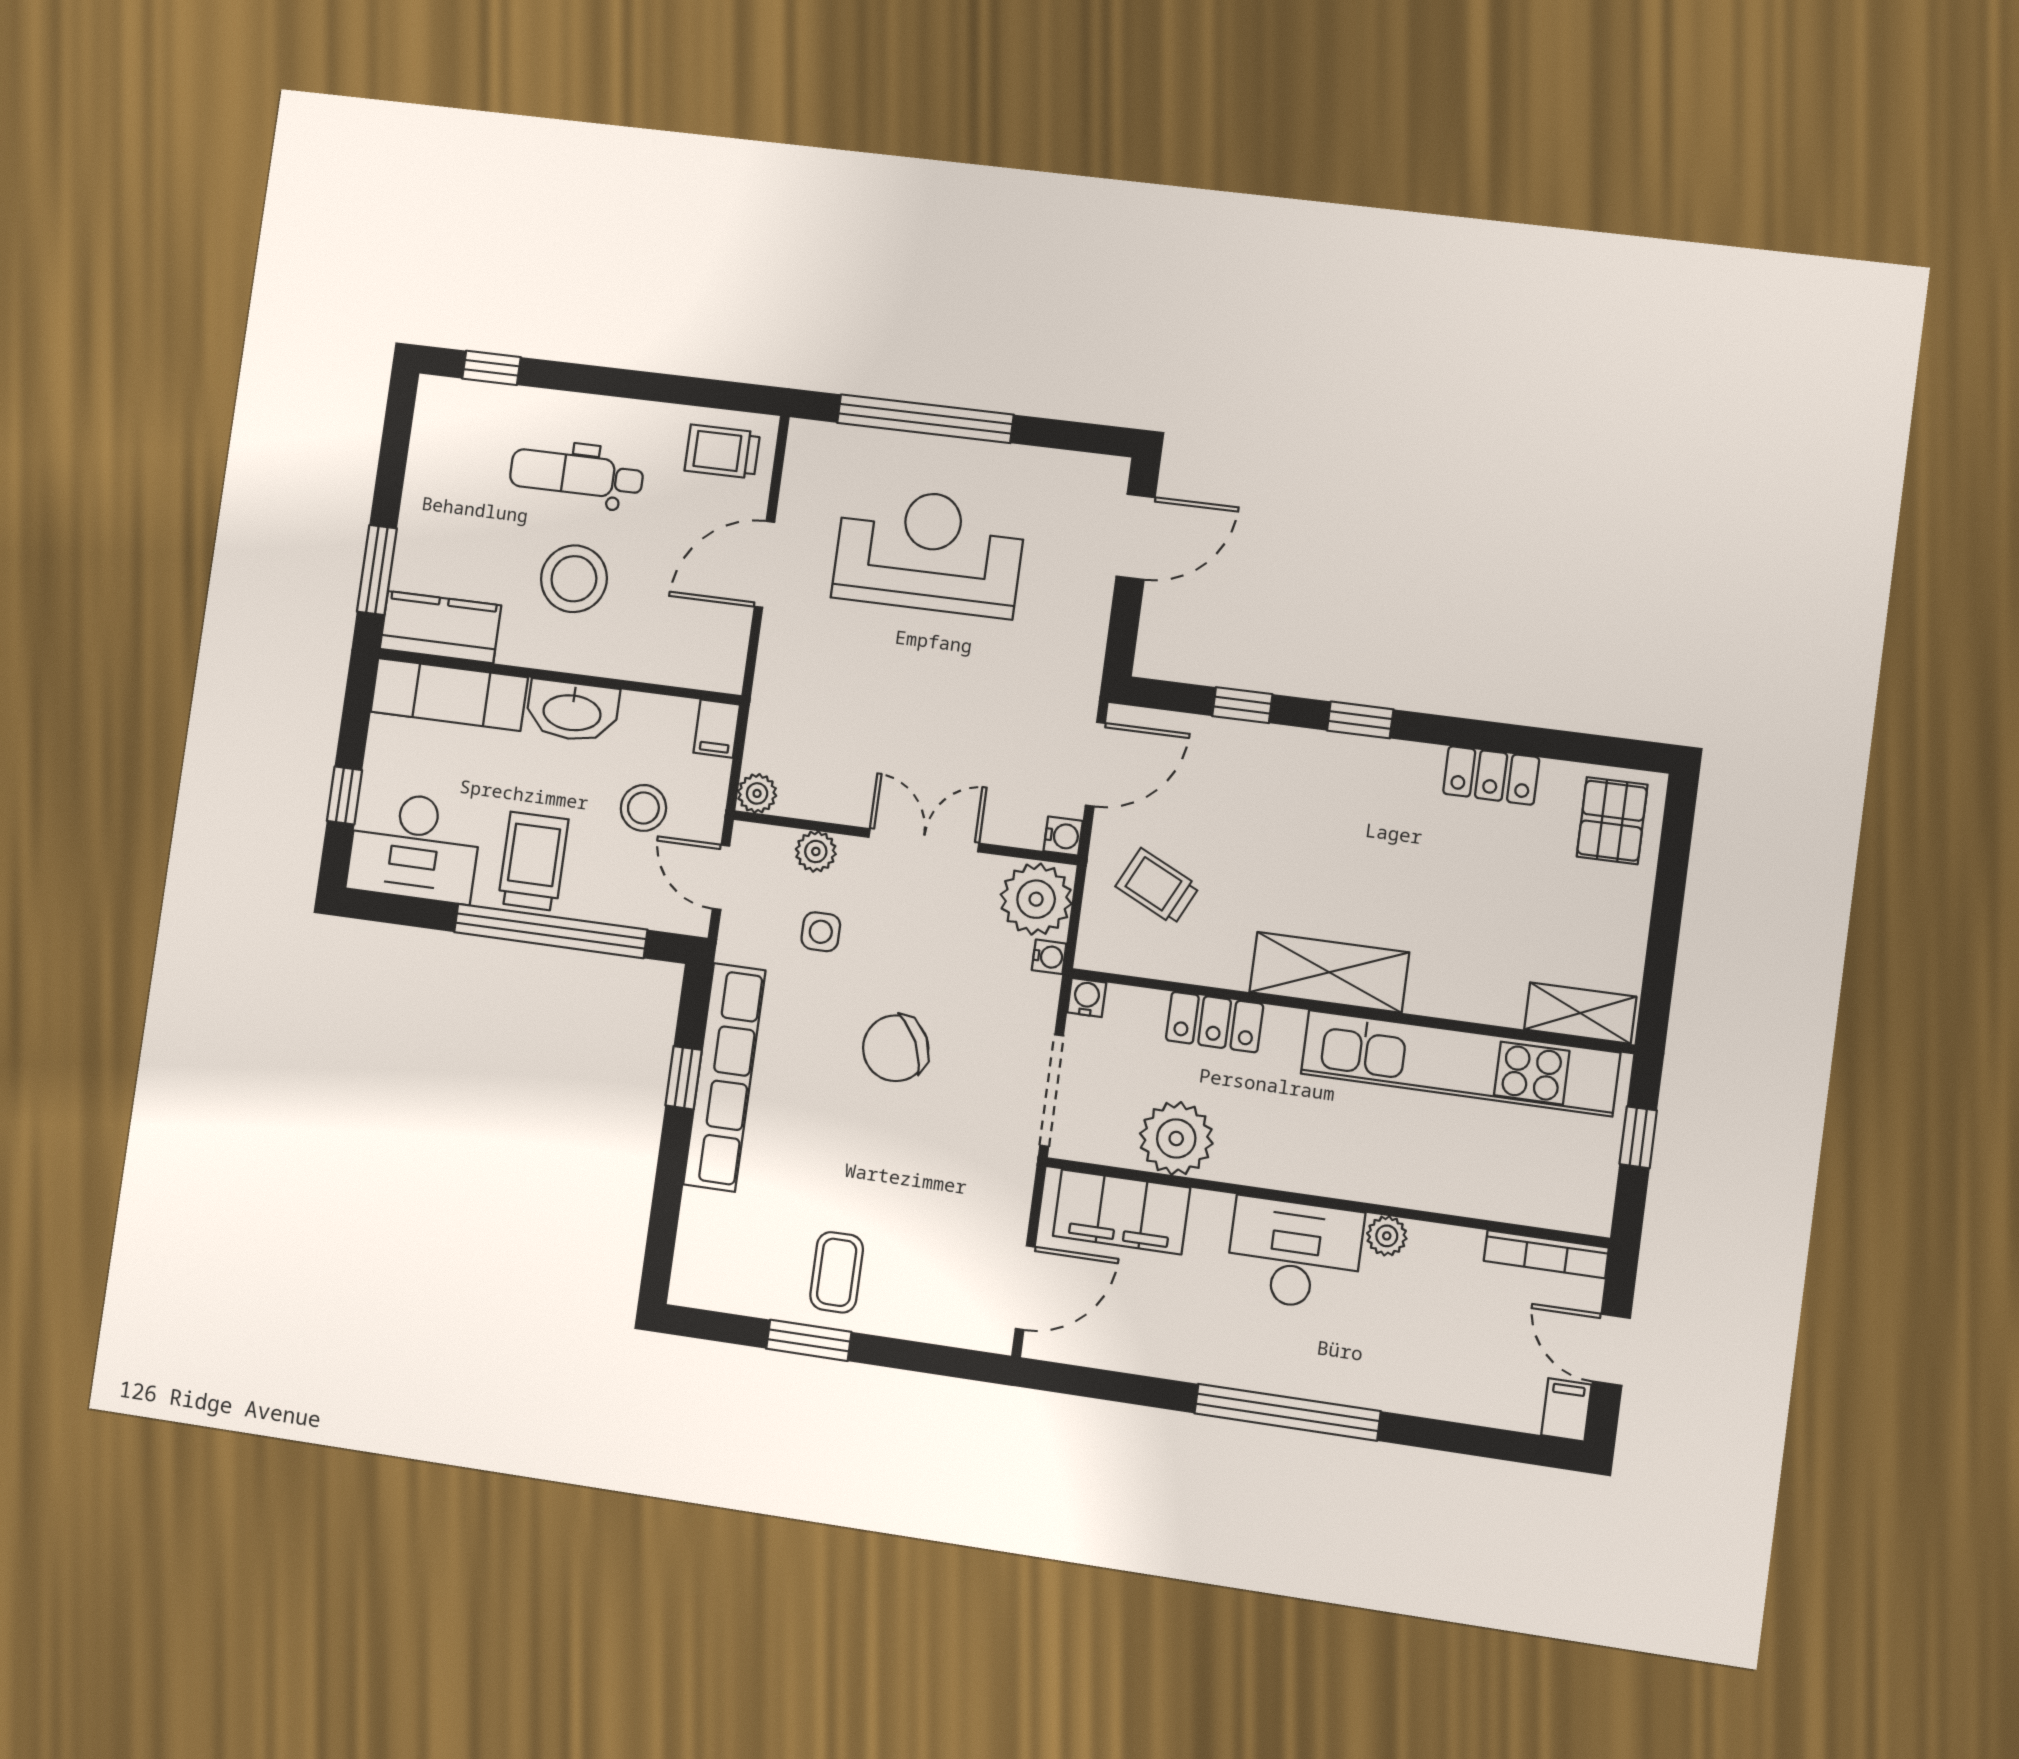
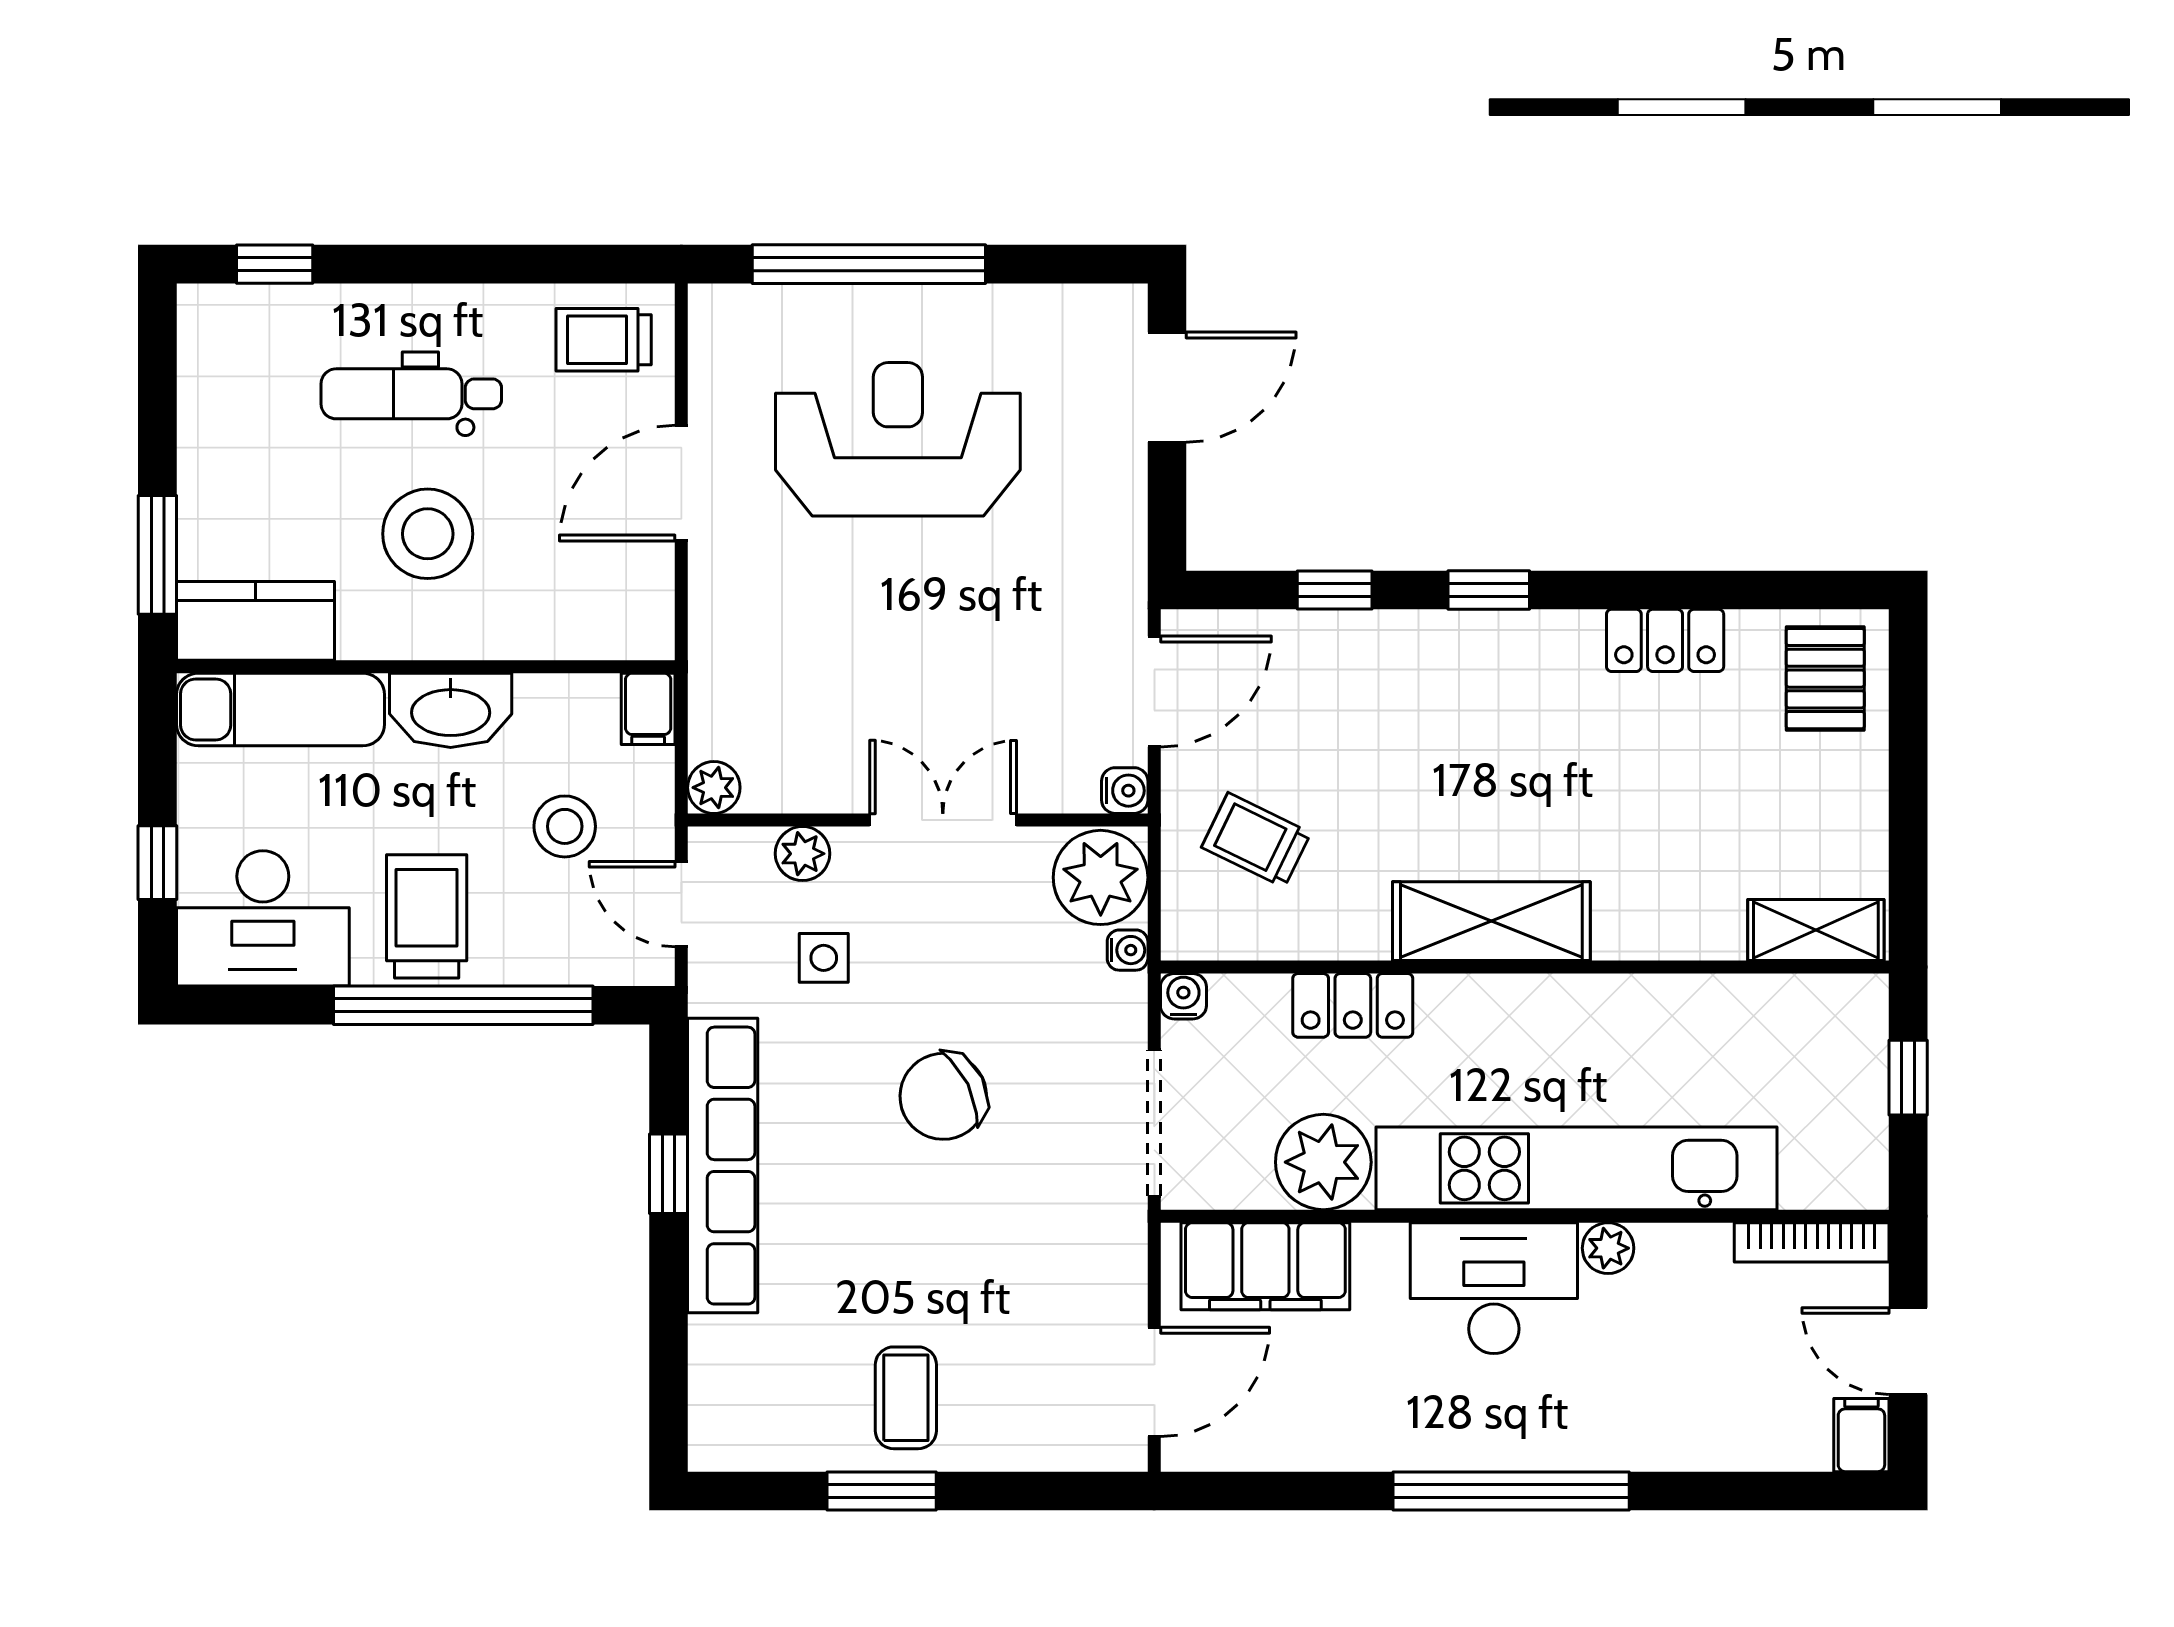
kitchen unit: (1460, 1063) -> (1577, 1168), moved, turned 180

